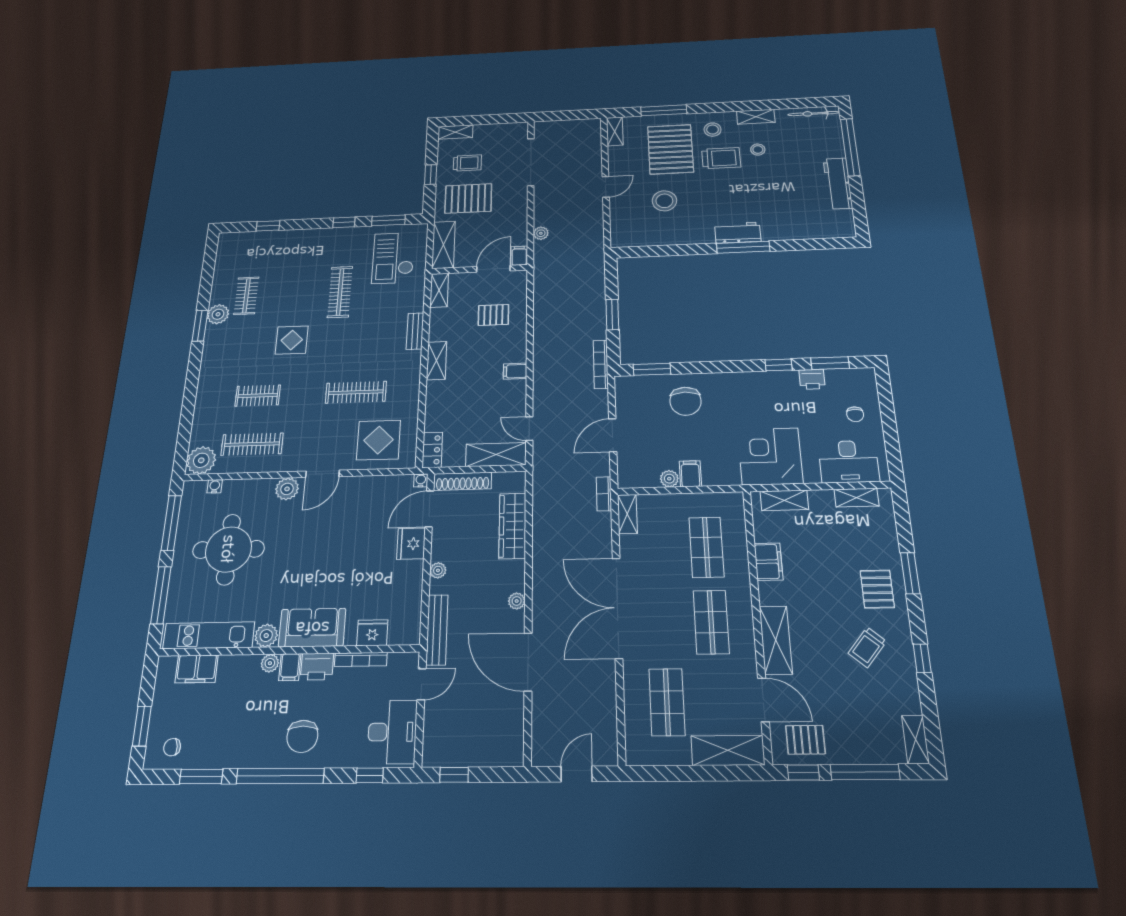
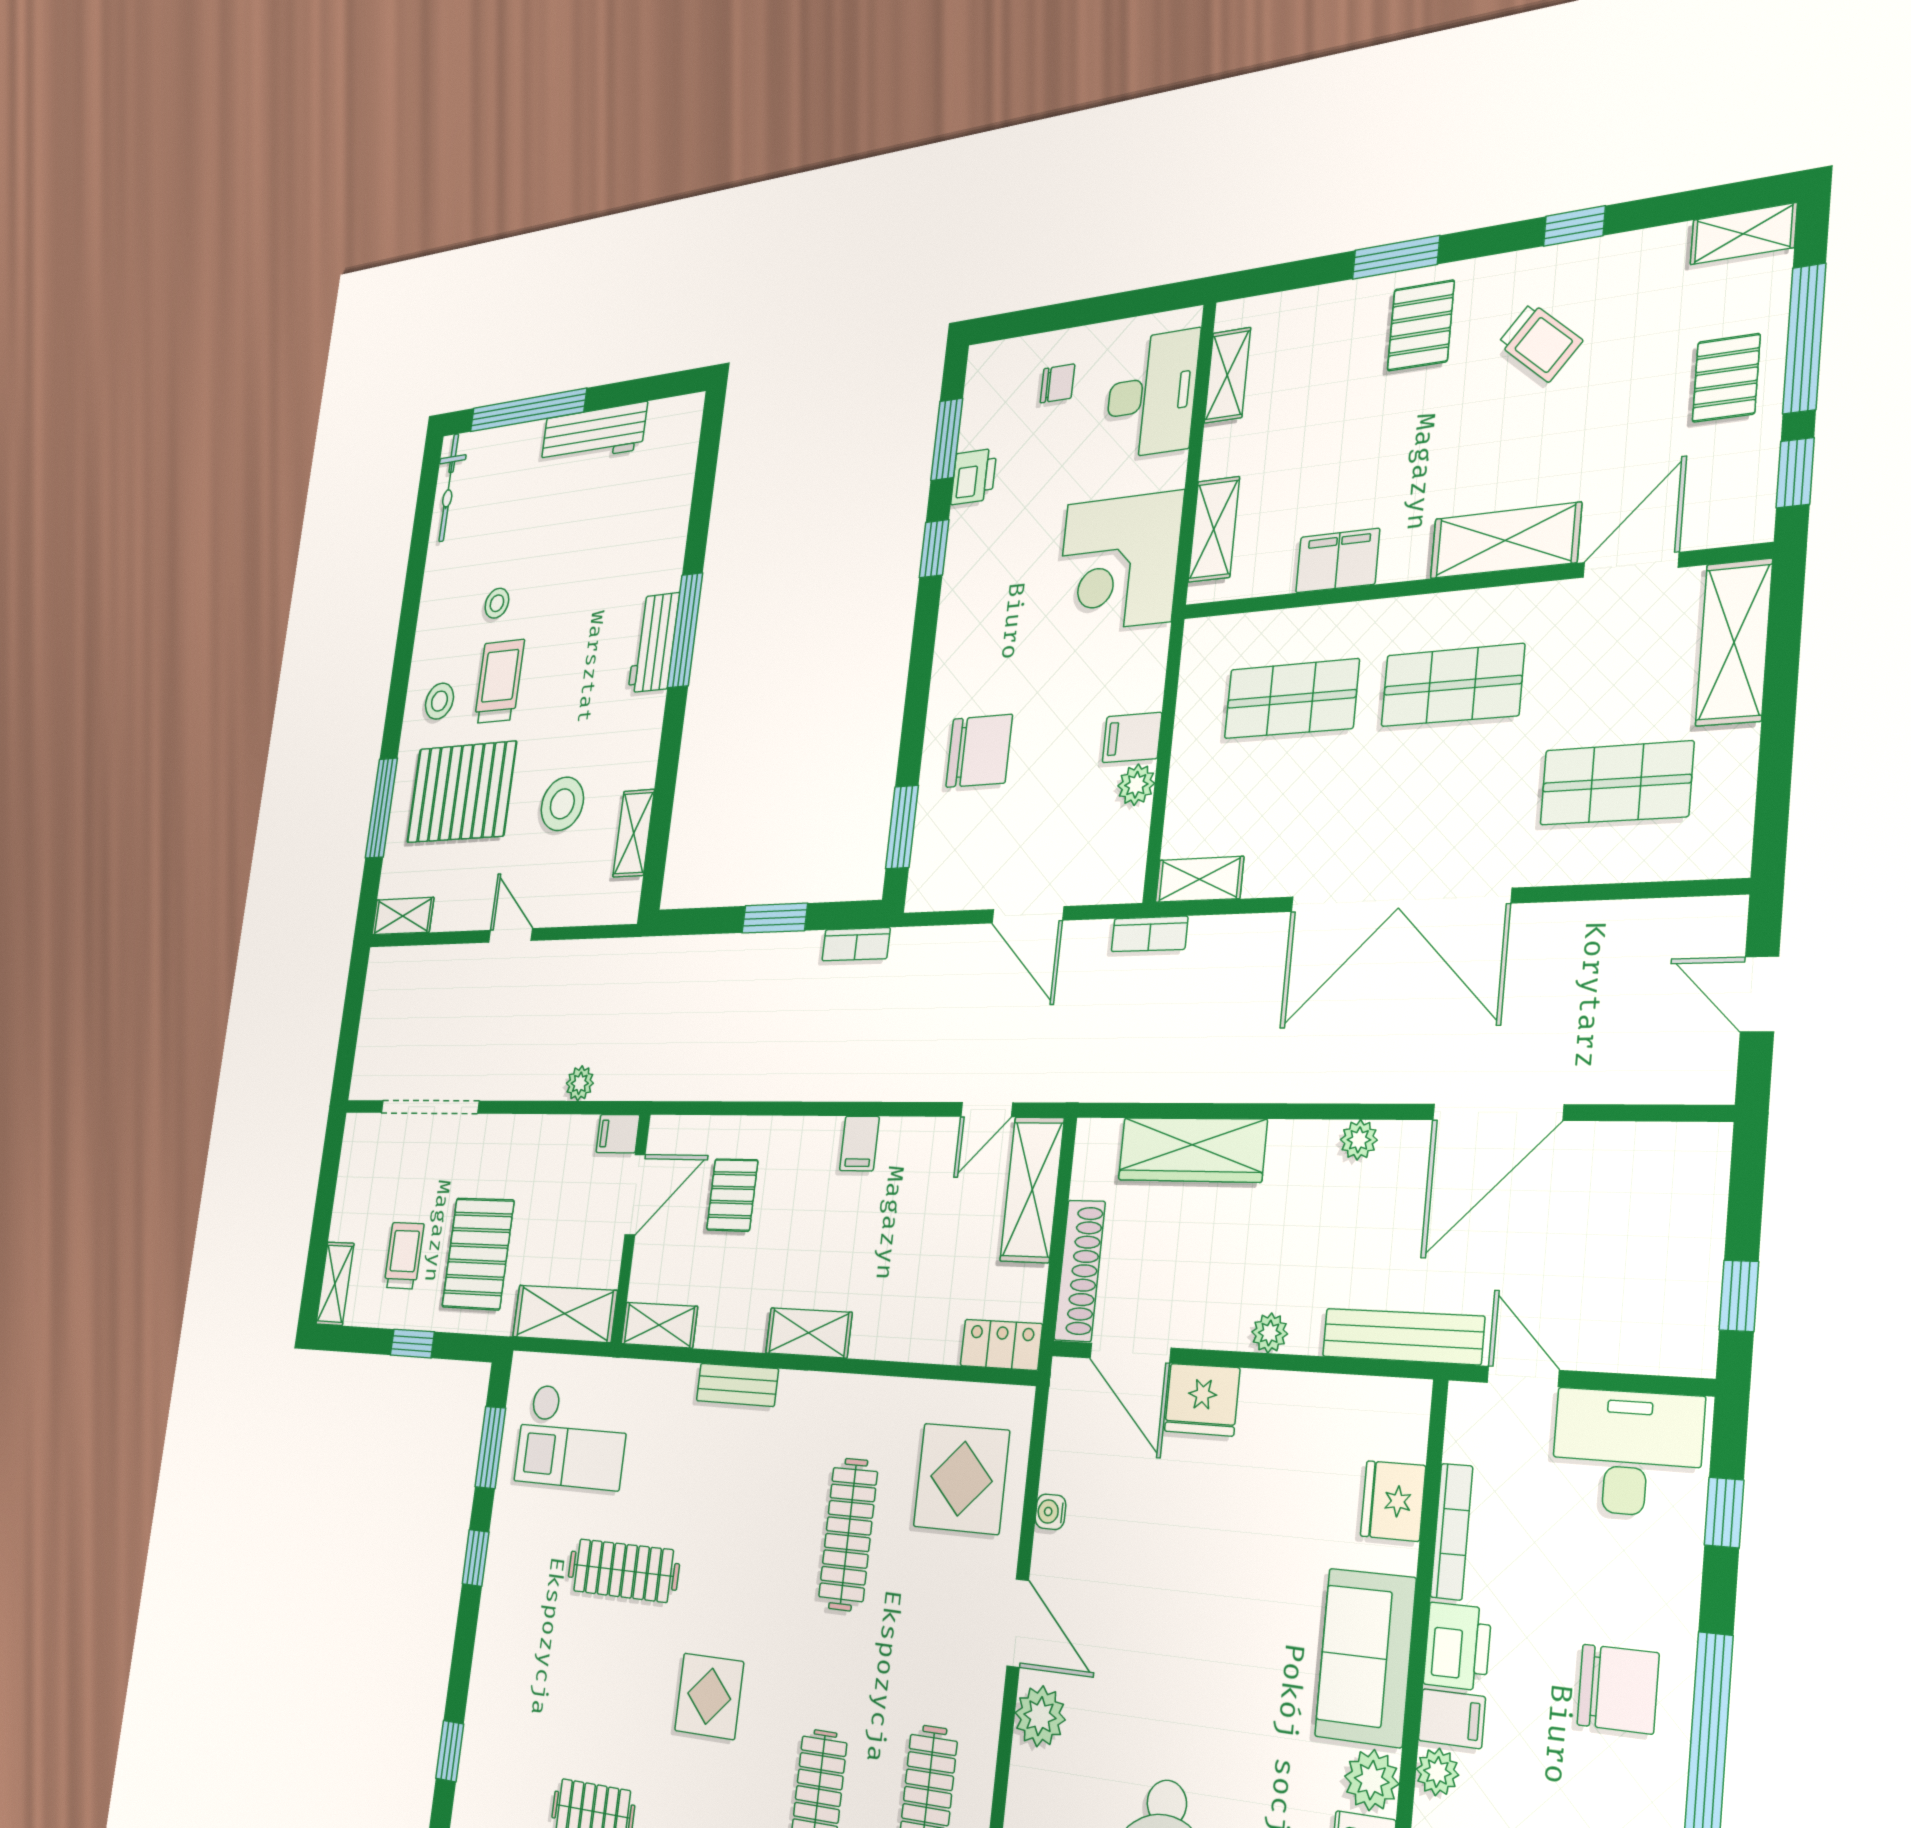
shelving: (756, 117) -> (634, 833), moved
door: (493, 269) -> (635, 1195), swing flipped
bookcase: (601, 364) -> (856, 944), width x0.64
water cooler: (421, 481) -> (1050, 1512), moved
pallet: (877, 589) -> (1421, 325), turned 90
pallet: (805, 740) -> (1726, 378), moved

